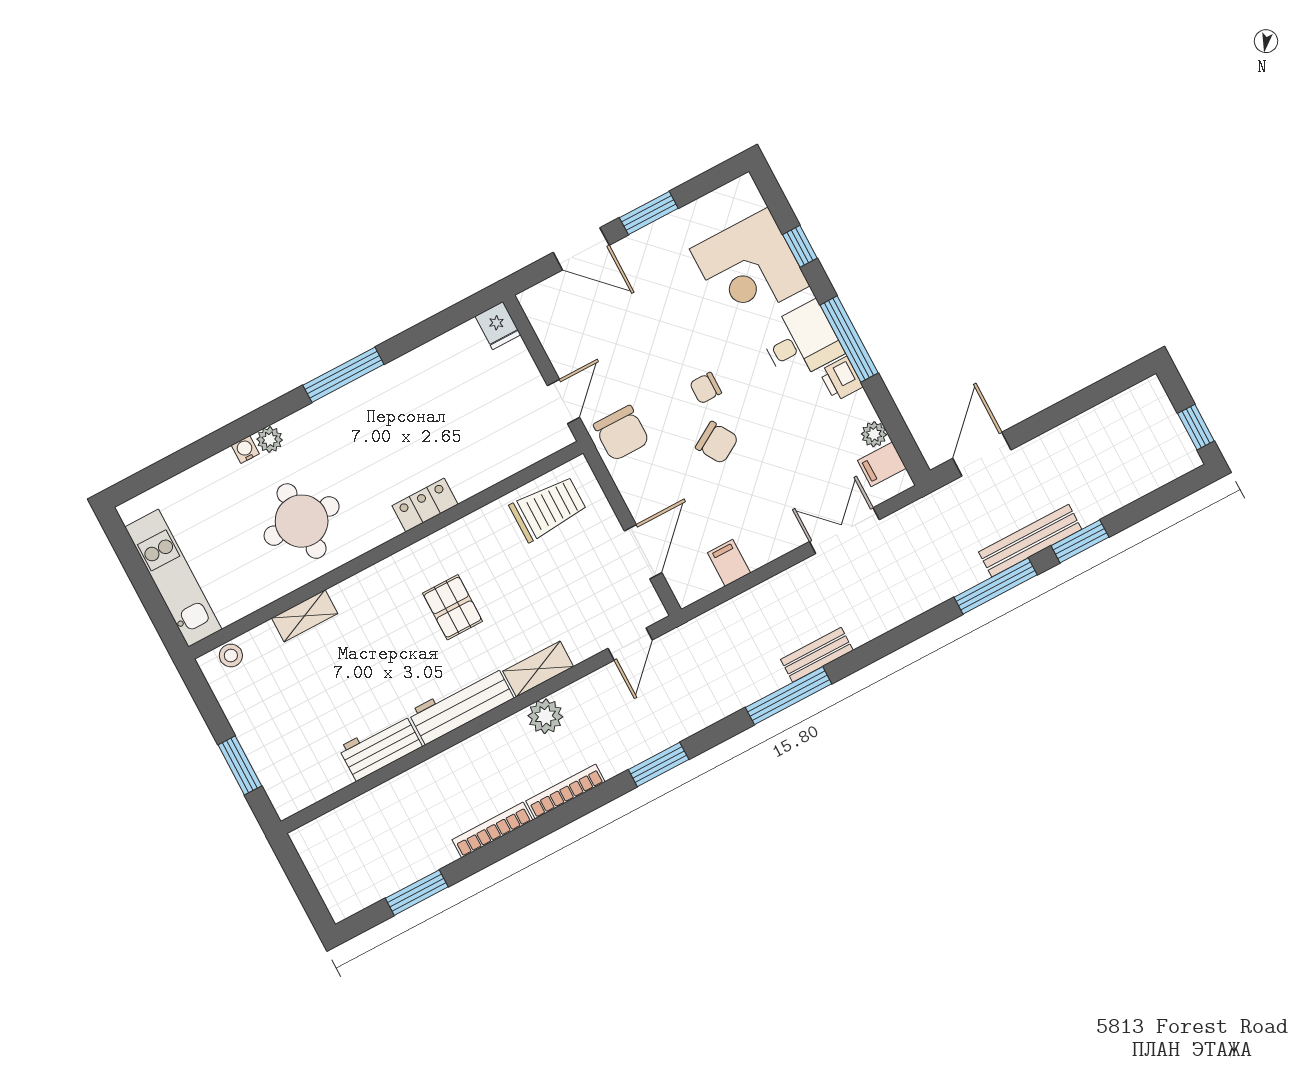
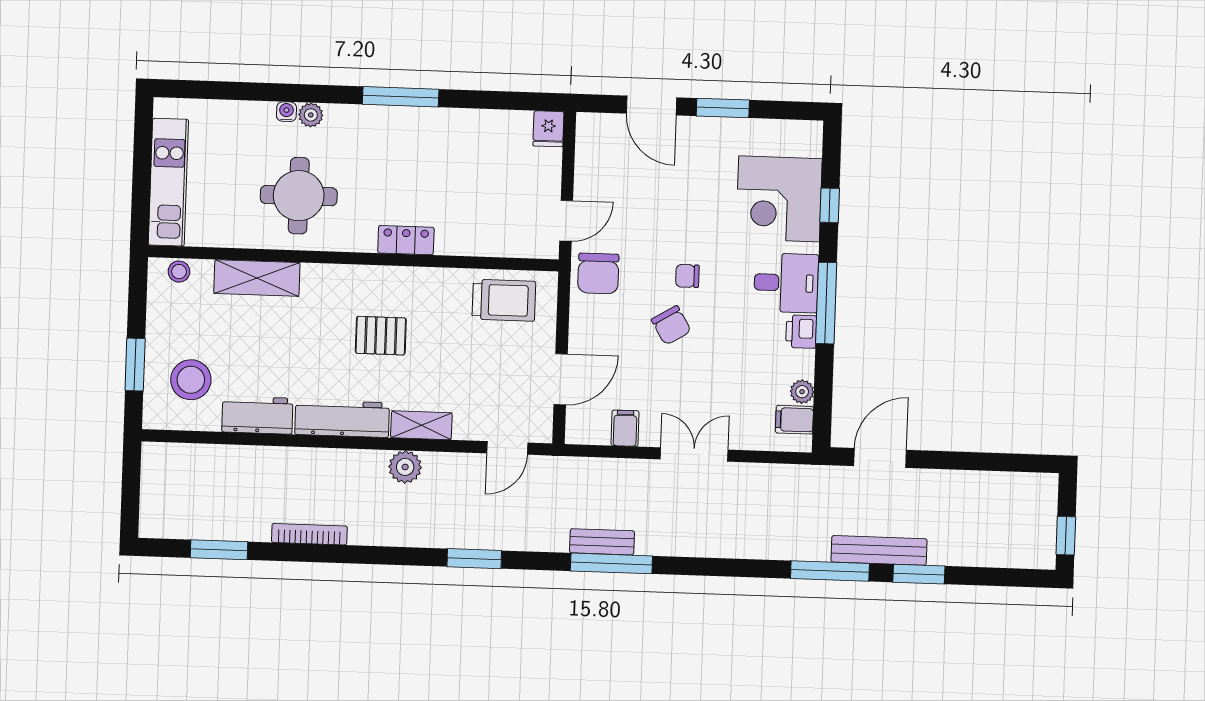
double door: (844, 531) -> (694, 455), moved
pallet: (453, 607) -> (381, 336), turned 90
shelving: (305, 616) -> (257, 278), width x1.50, depth x1.33
bench: (817, 655) -> (602, 542), moved
stool: (300, 750) -> (191, 380), added
bookcase: (565, 791) -> (386, 537), removed

